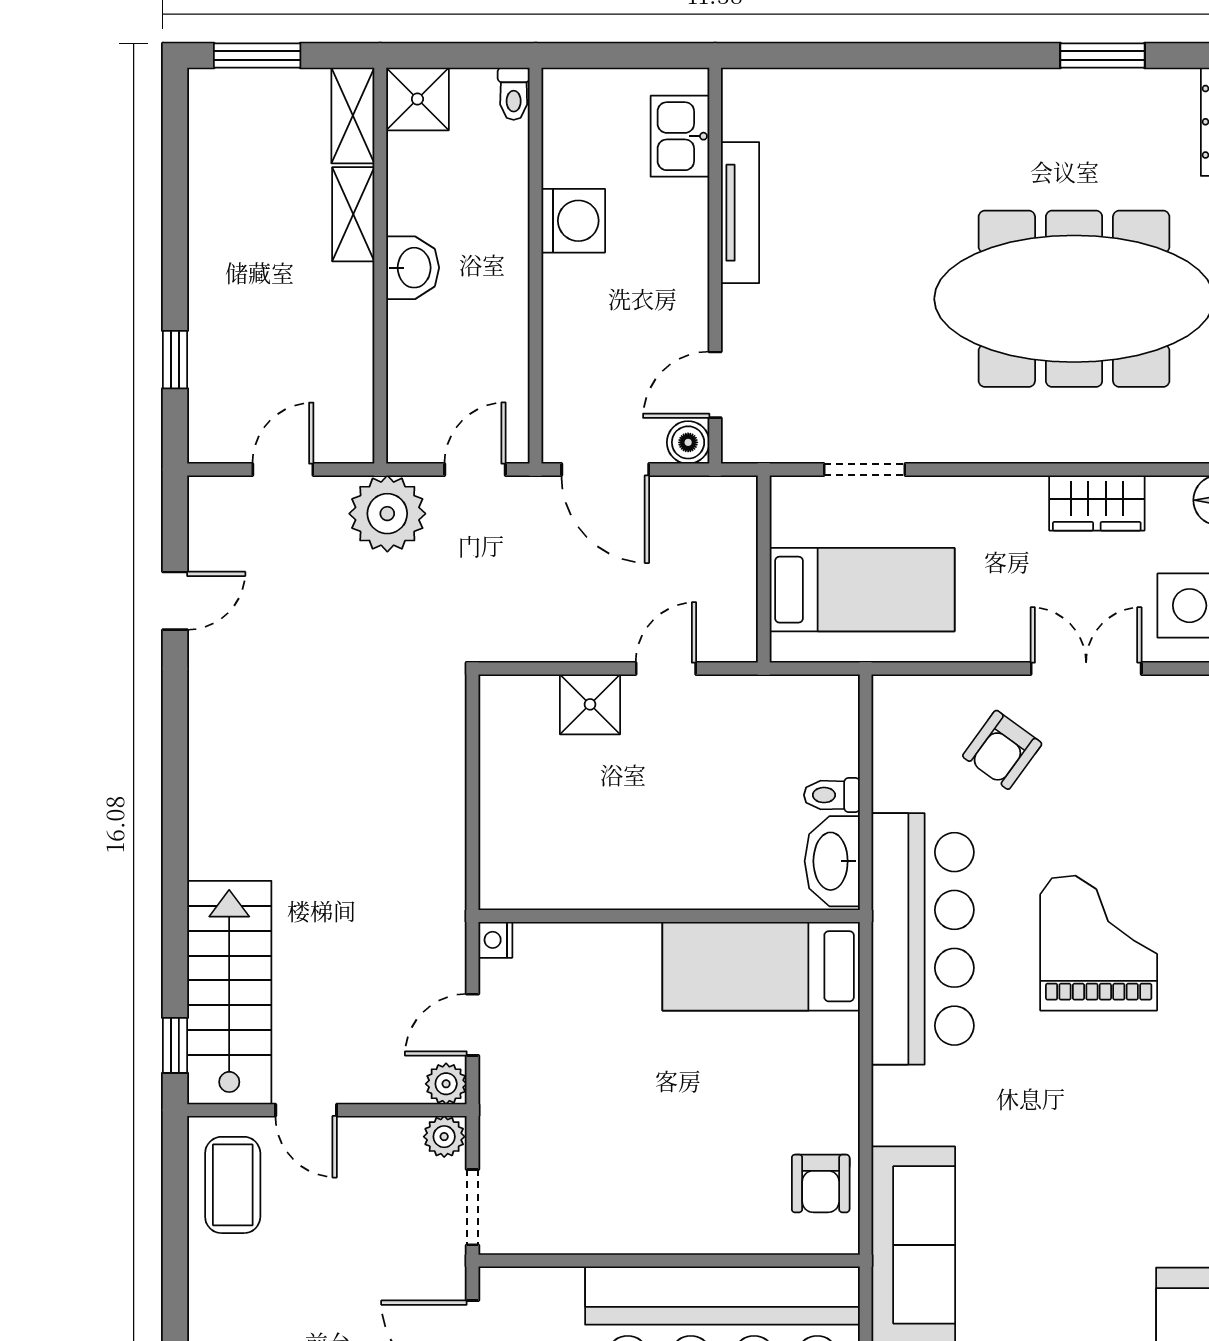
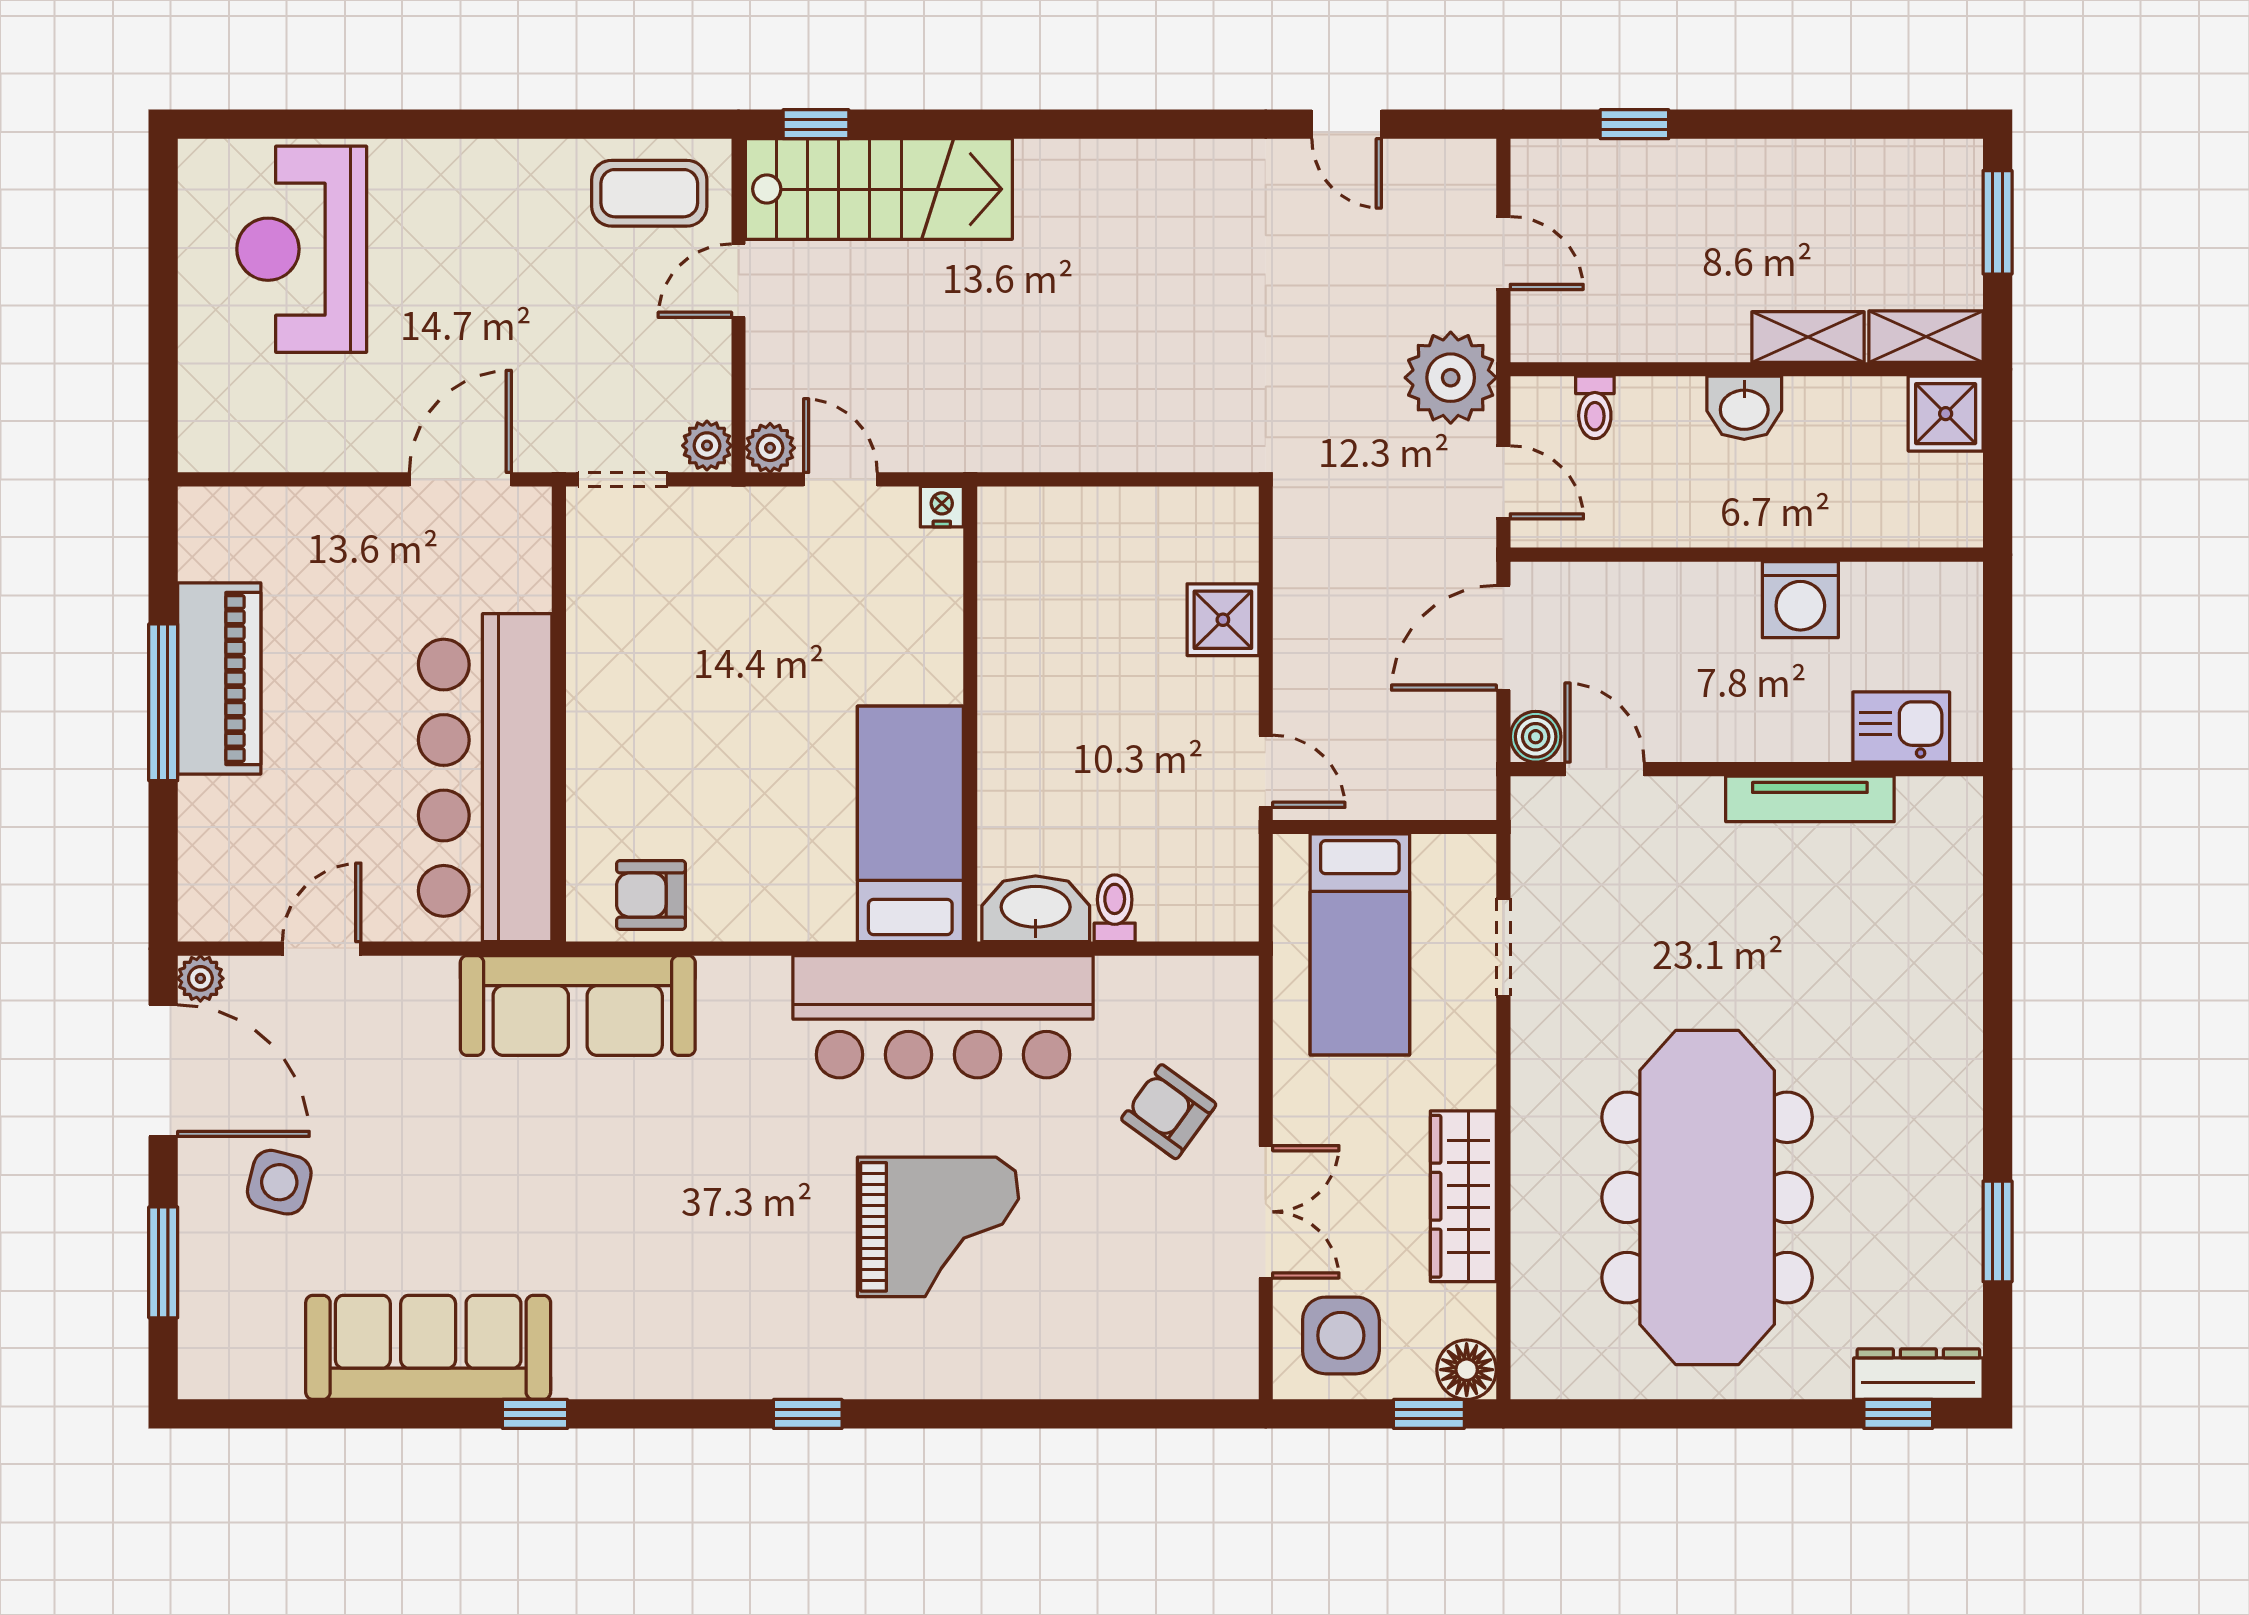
toilet: (514, 94) -> (1595, 407), moved, turned -90
wardrobe: (1097, 503) -> (1463, 1196), width x1.50
door: (666, 668) -> (1266, 771), moved

